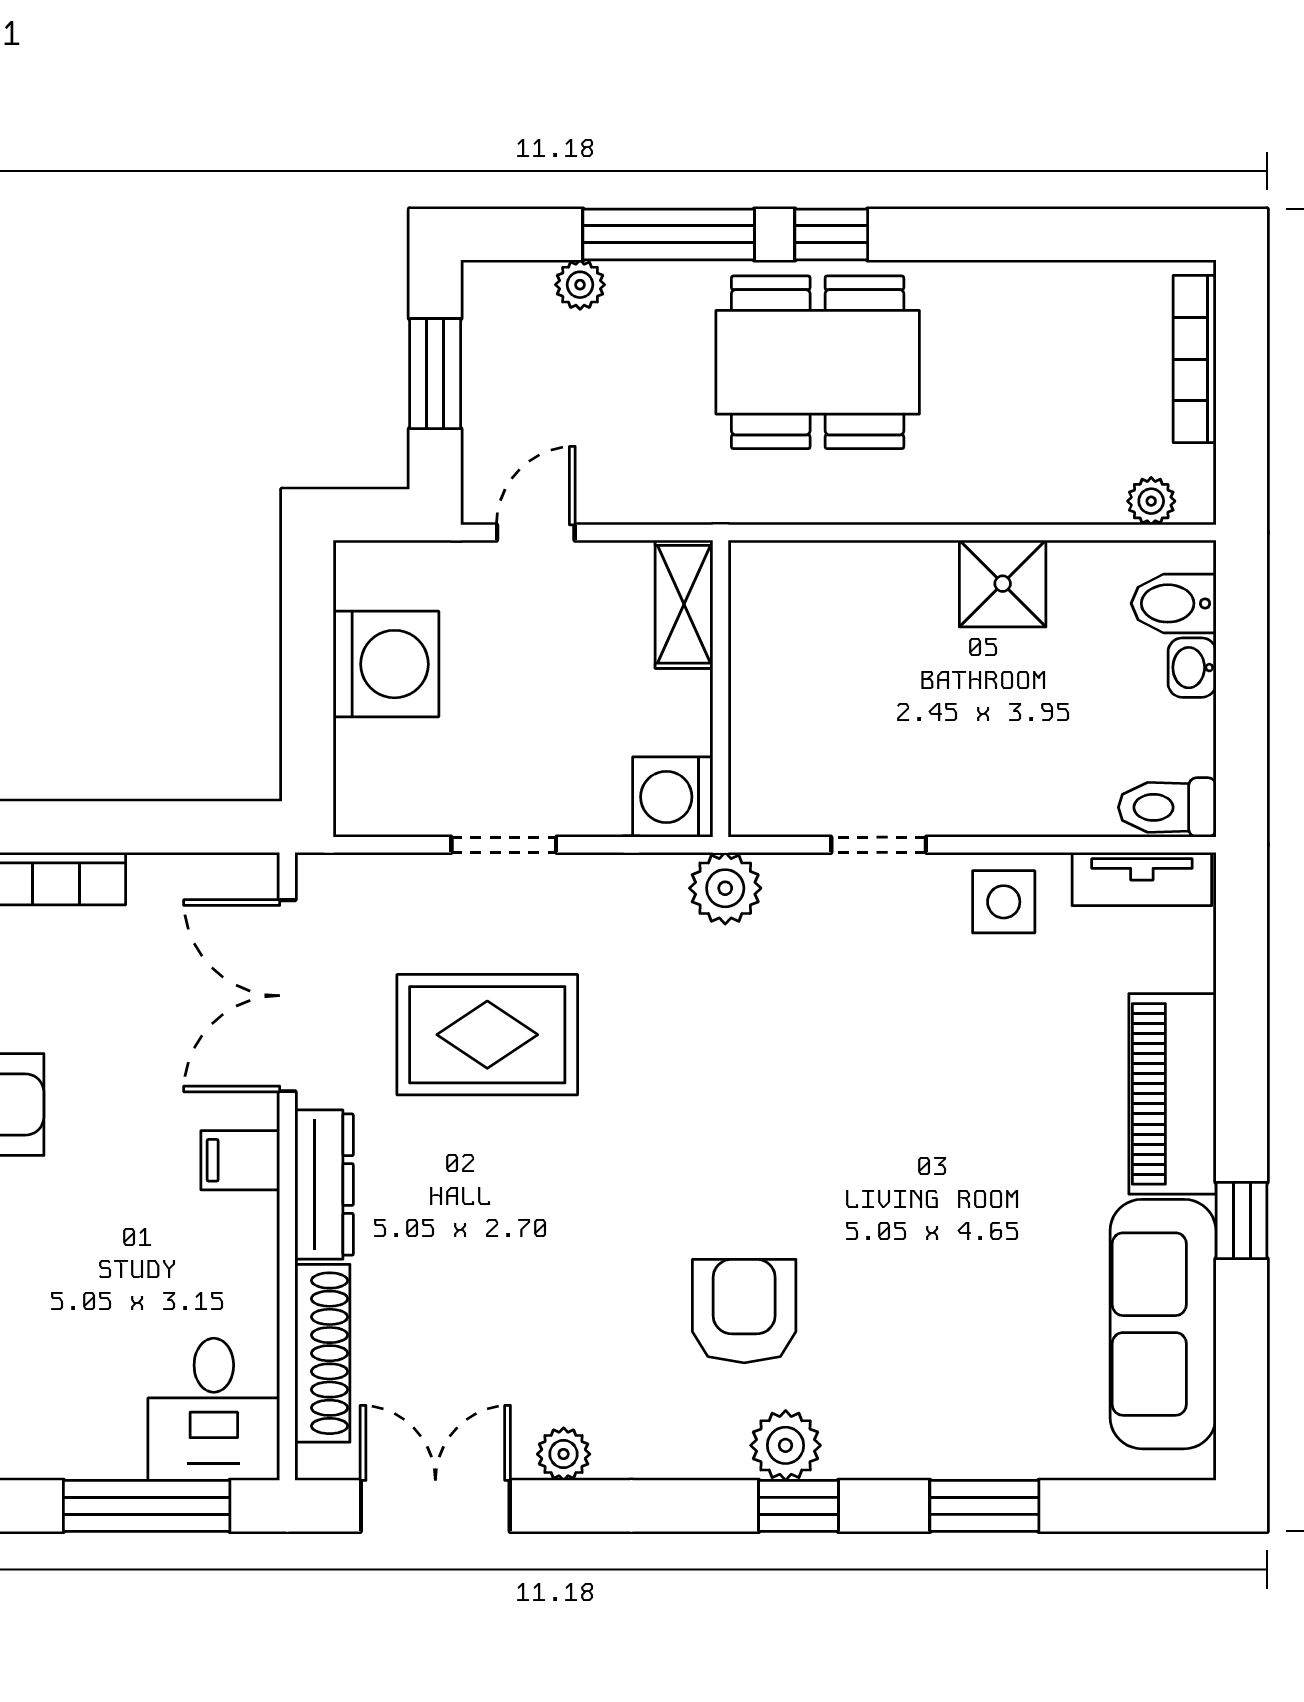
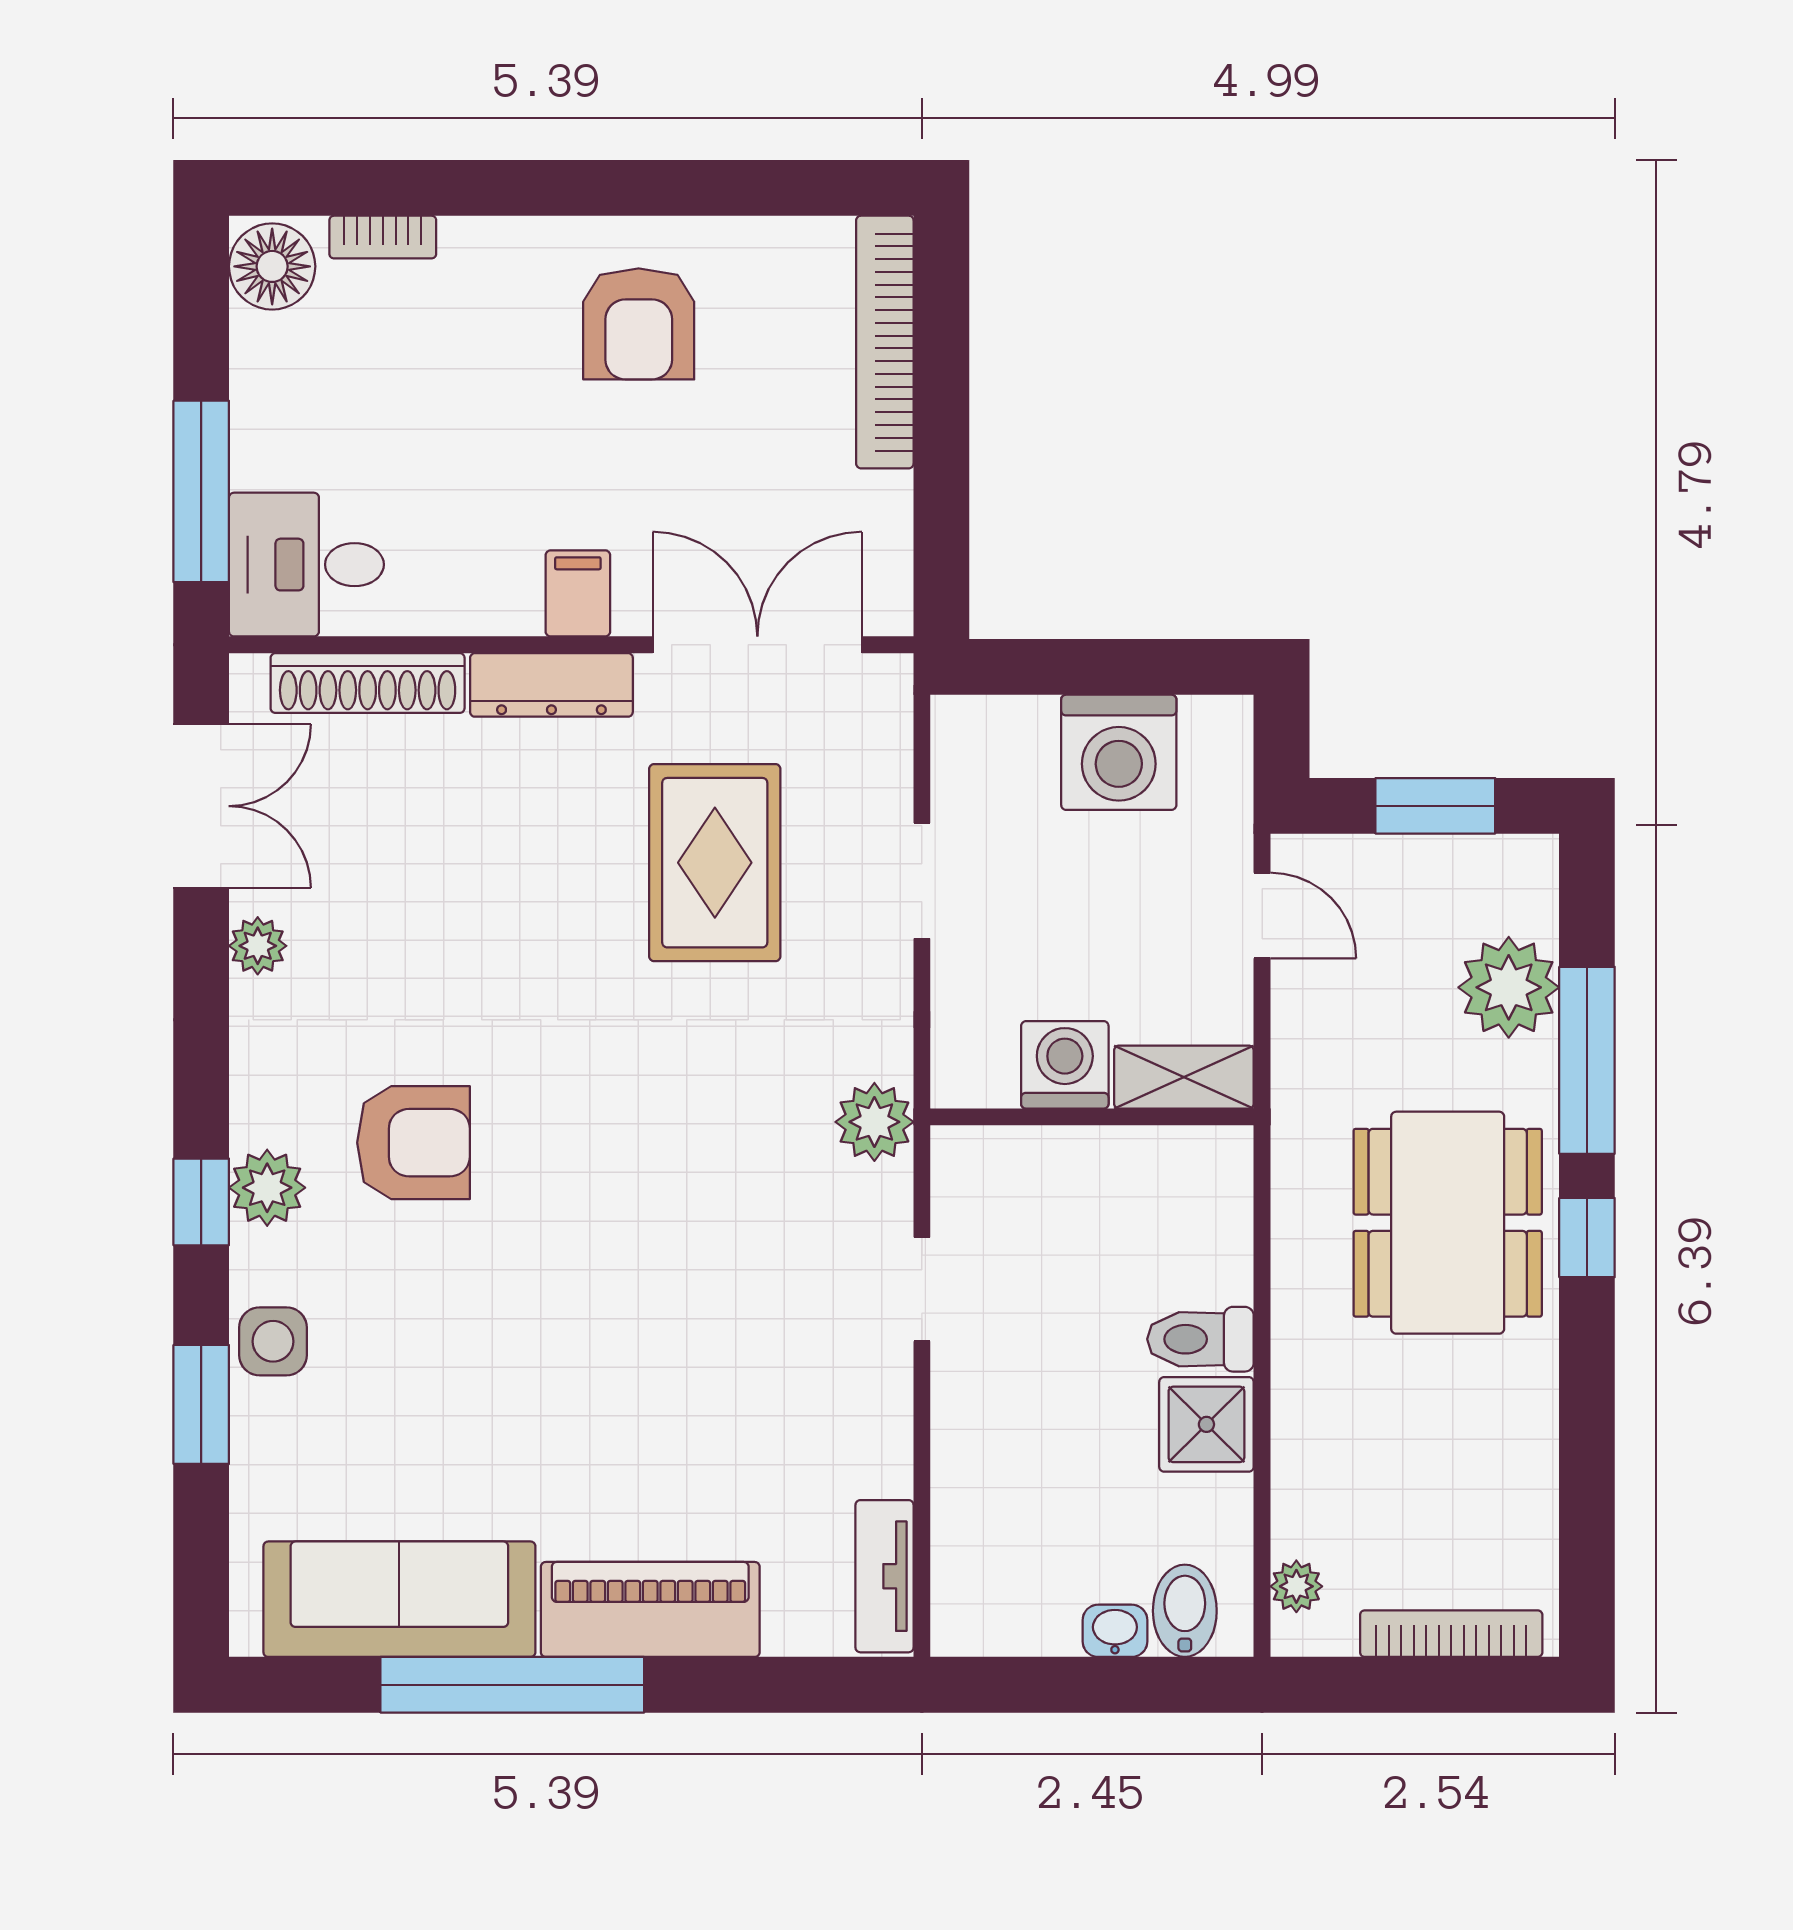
plant: (580, 285) -> (1509, 987), width x1.88, depth x1.88
washing machine: (673, 797) -> (1065, 1065), moved
toilet: (1167, 807) -> (1200, 1339), moved, turned -90
side table: (1004, 902) -> (273, 1341), moved
window: (1242, 1220) -> (512, 1685), width x3.17

